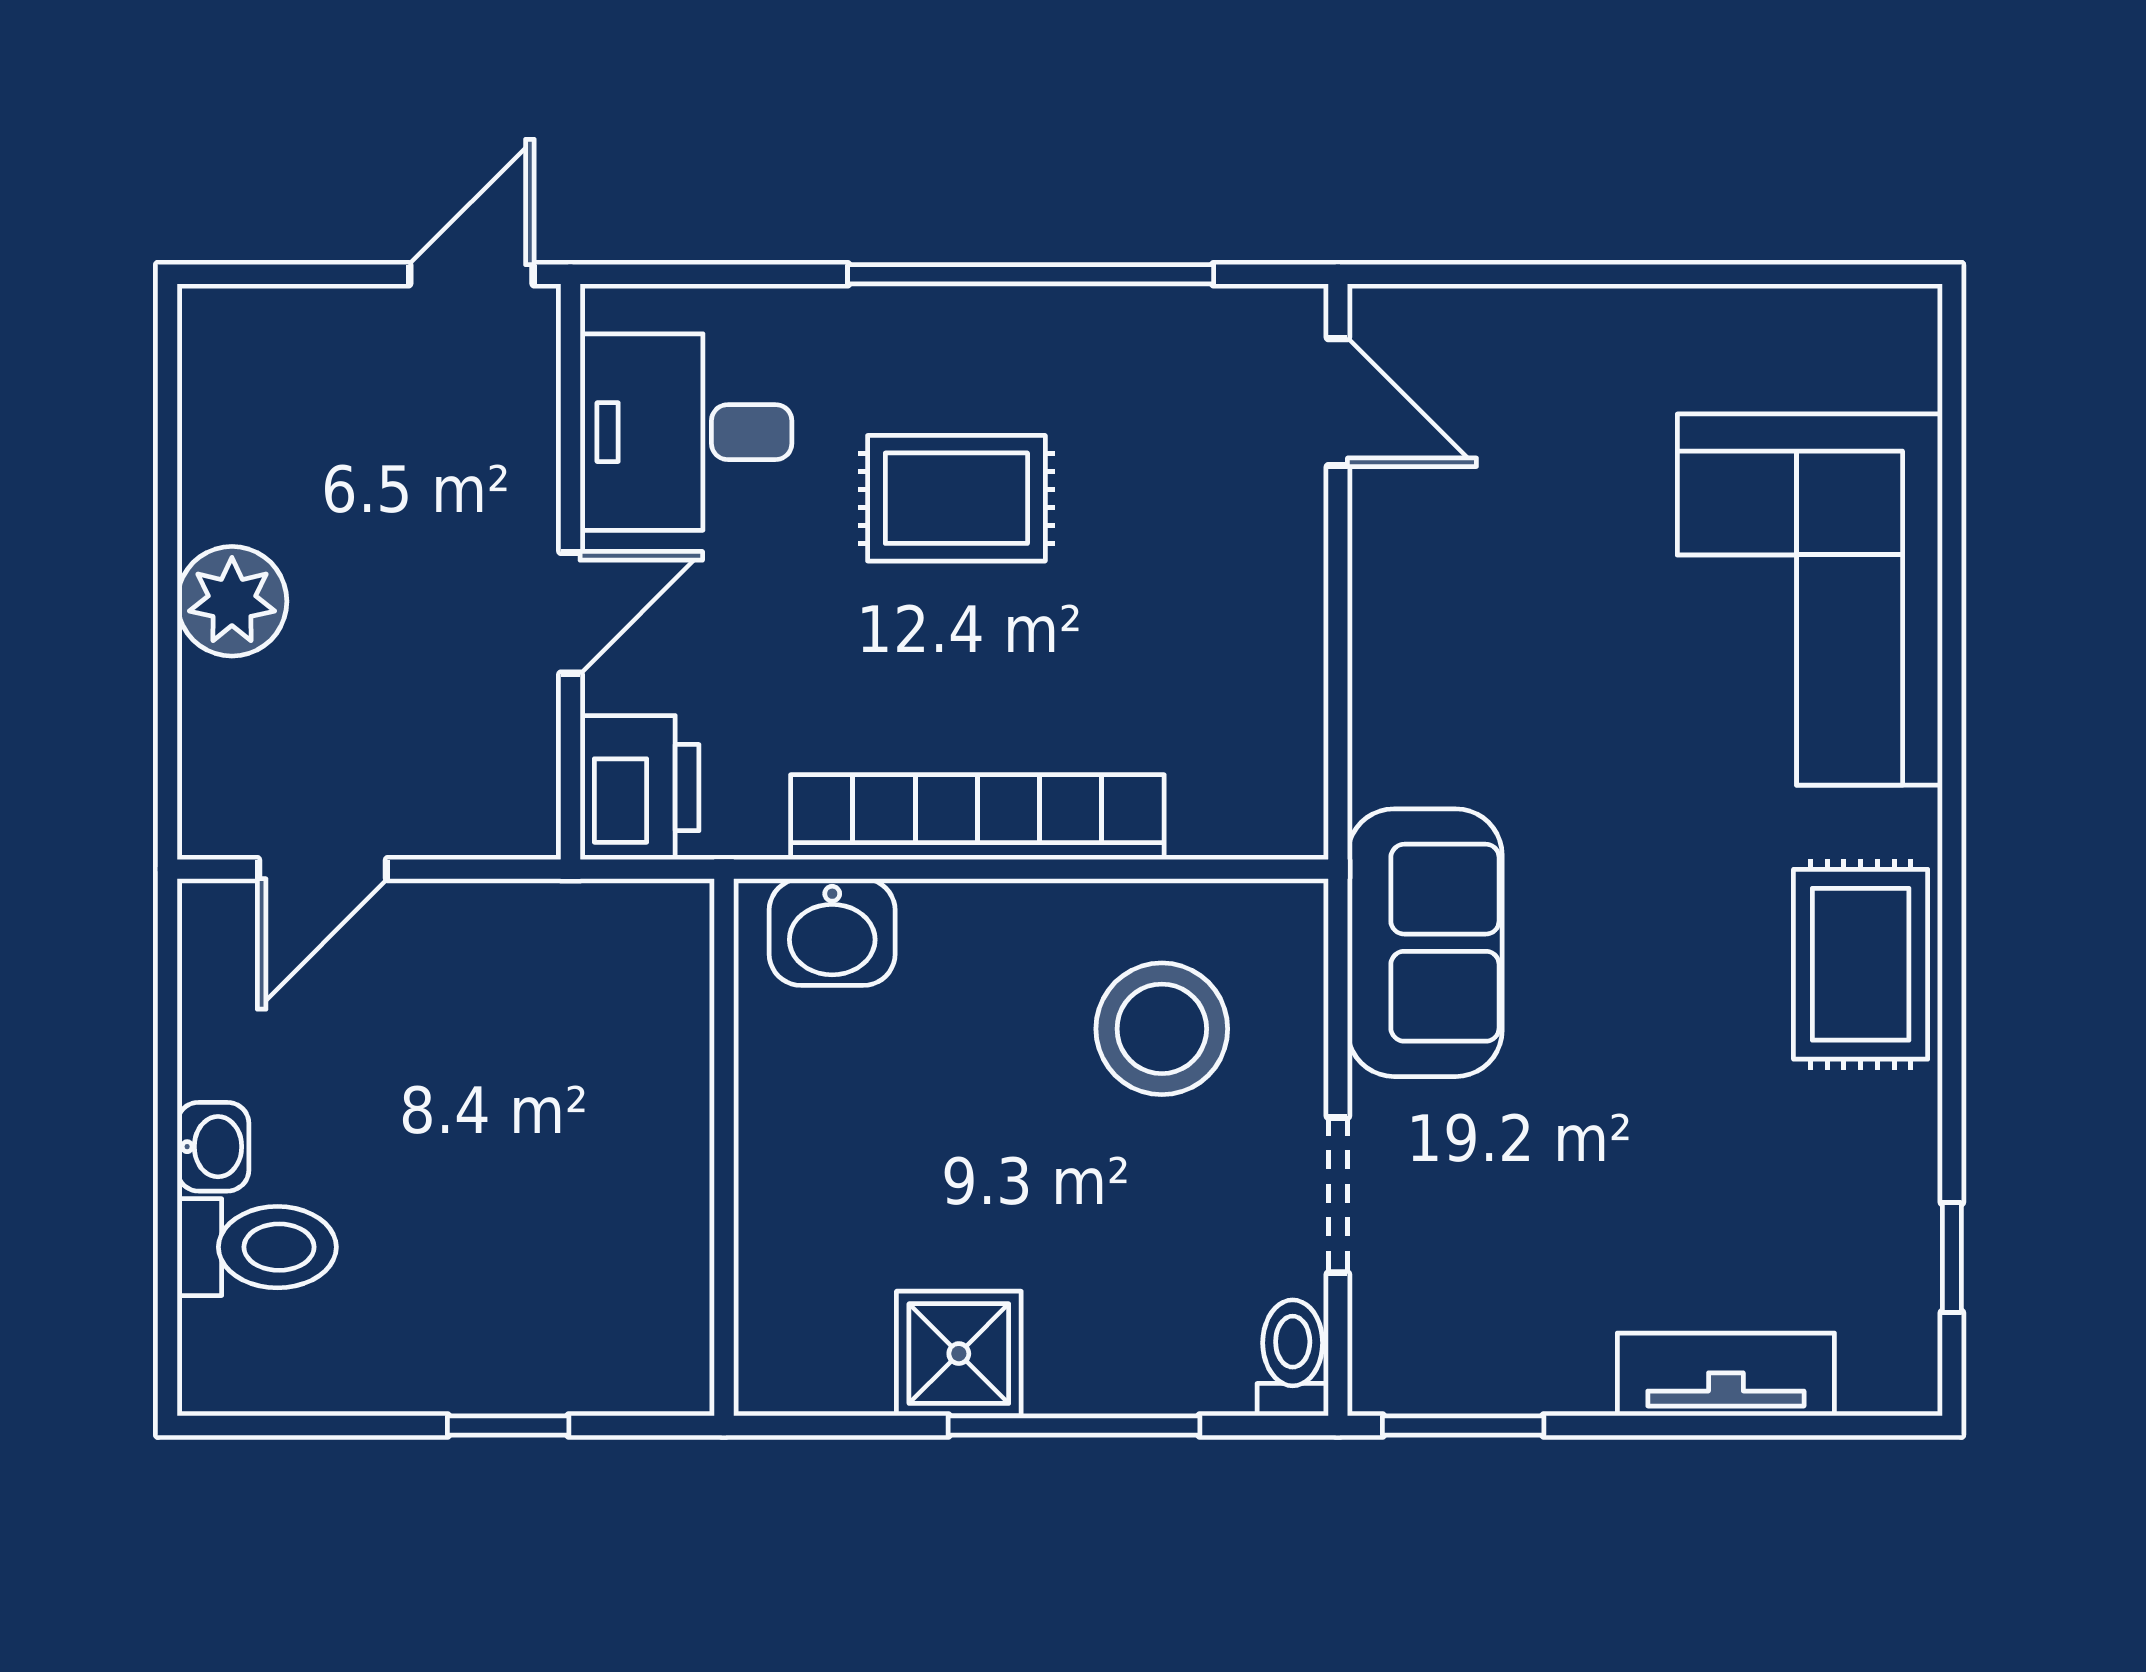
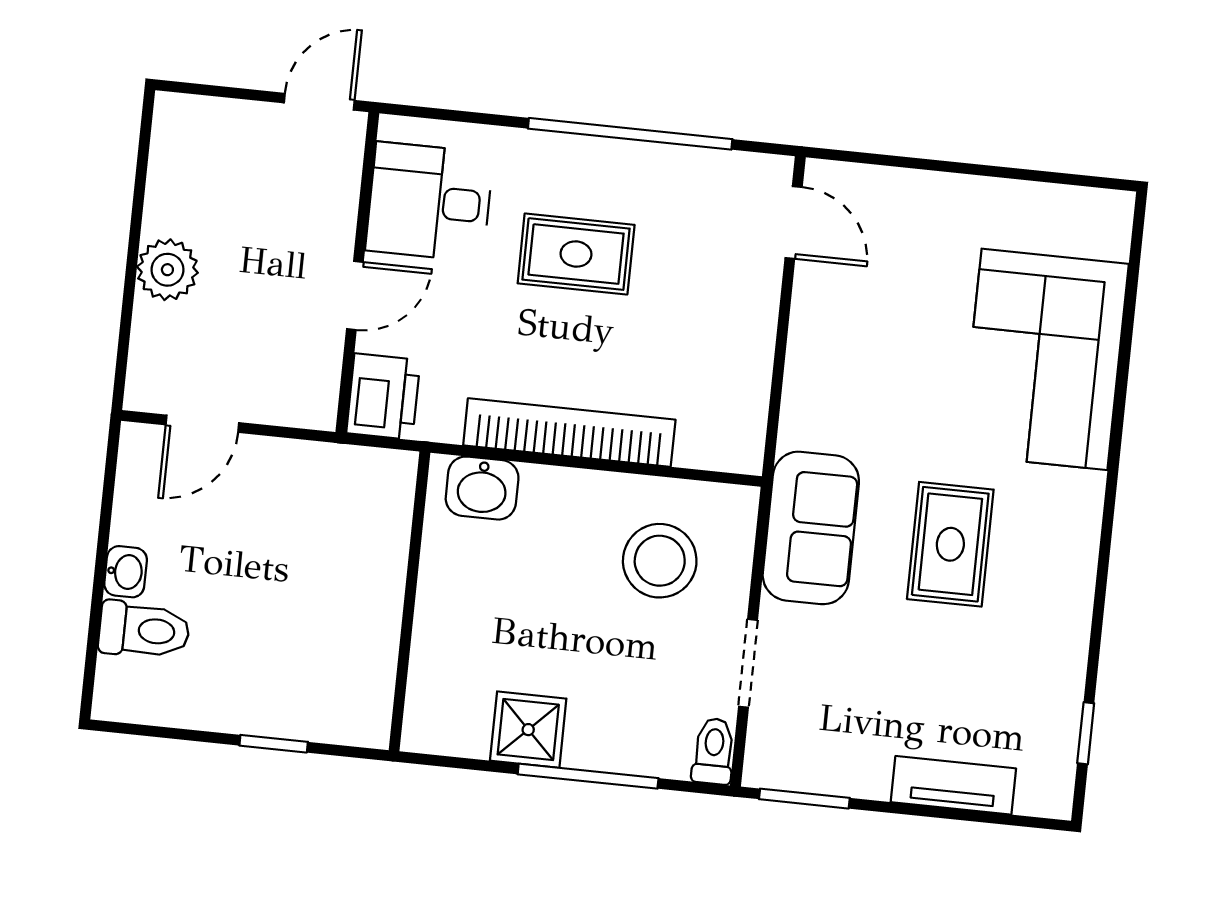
rug: (1861, 964) -> (950, 544), moved

